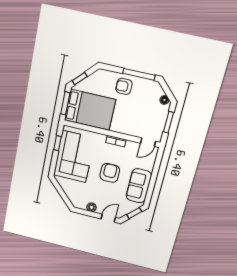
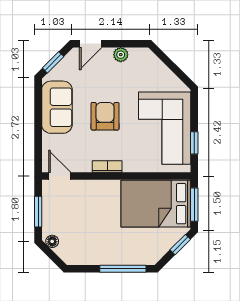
window: (139, 74) -> (123, 269), moved
armchair: (124, 86) -> (114, 248), removed
door: (148, 142) -> (60, 176), hinge flipped
armchair: (110, 173) -> (105, 116), turned 180

